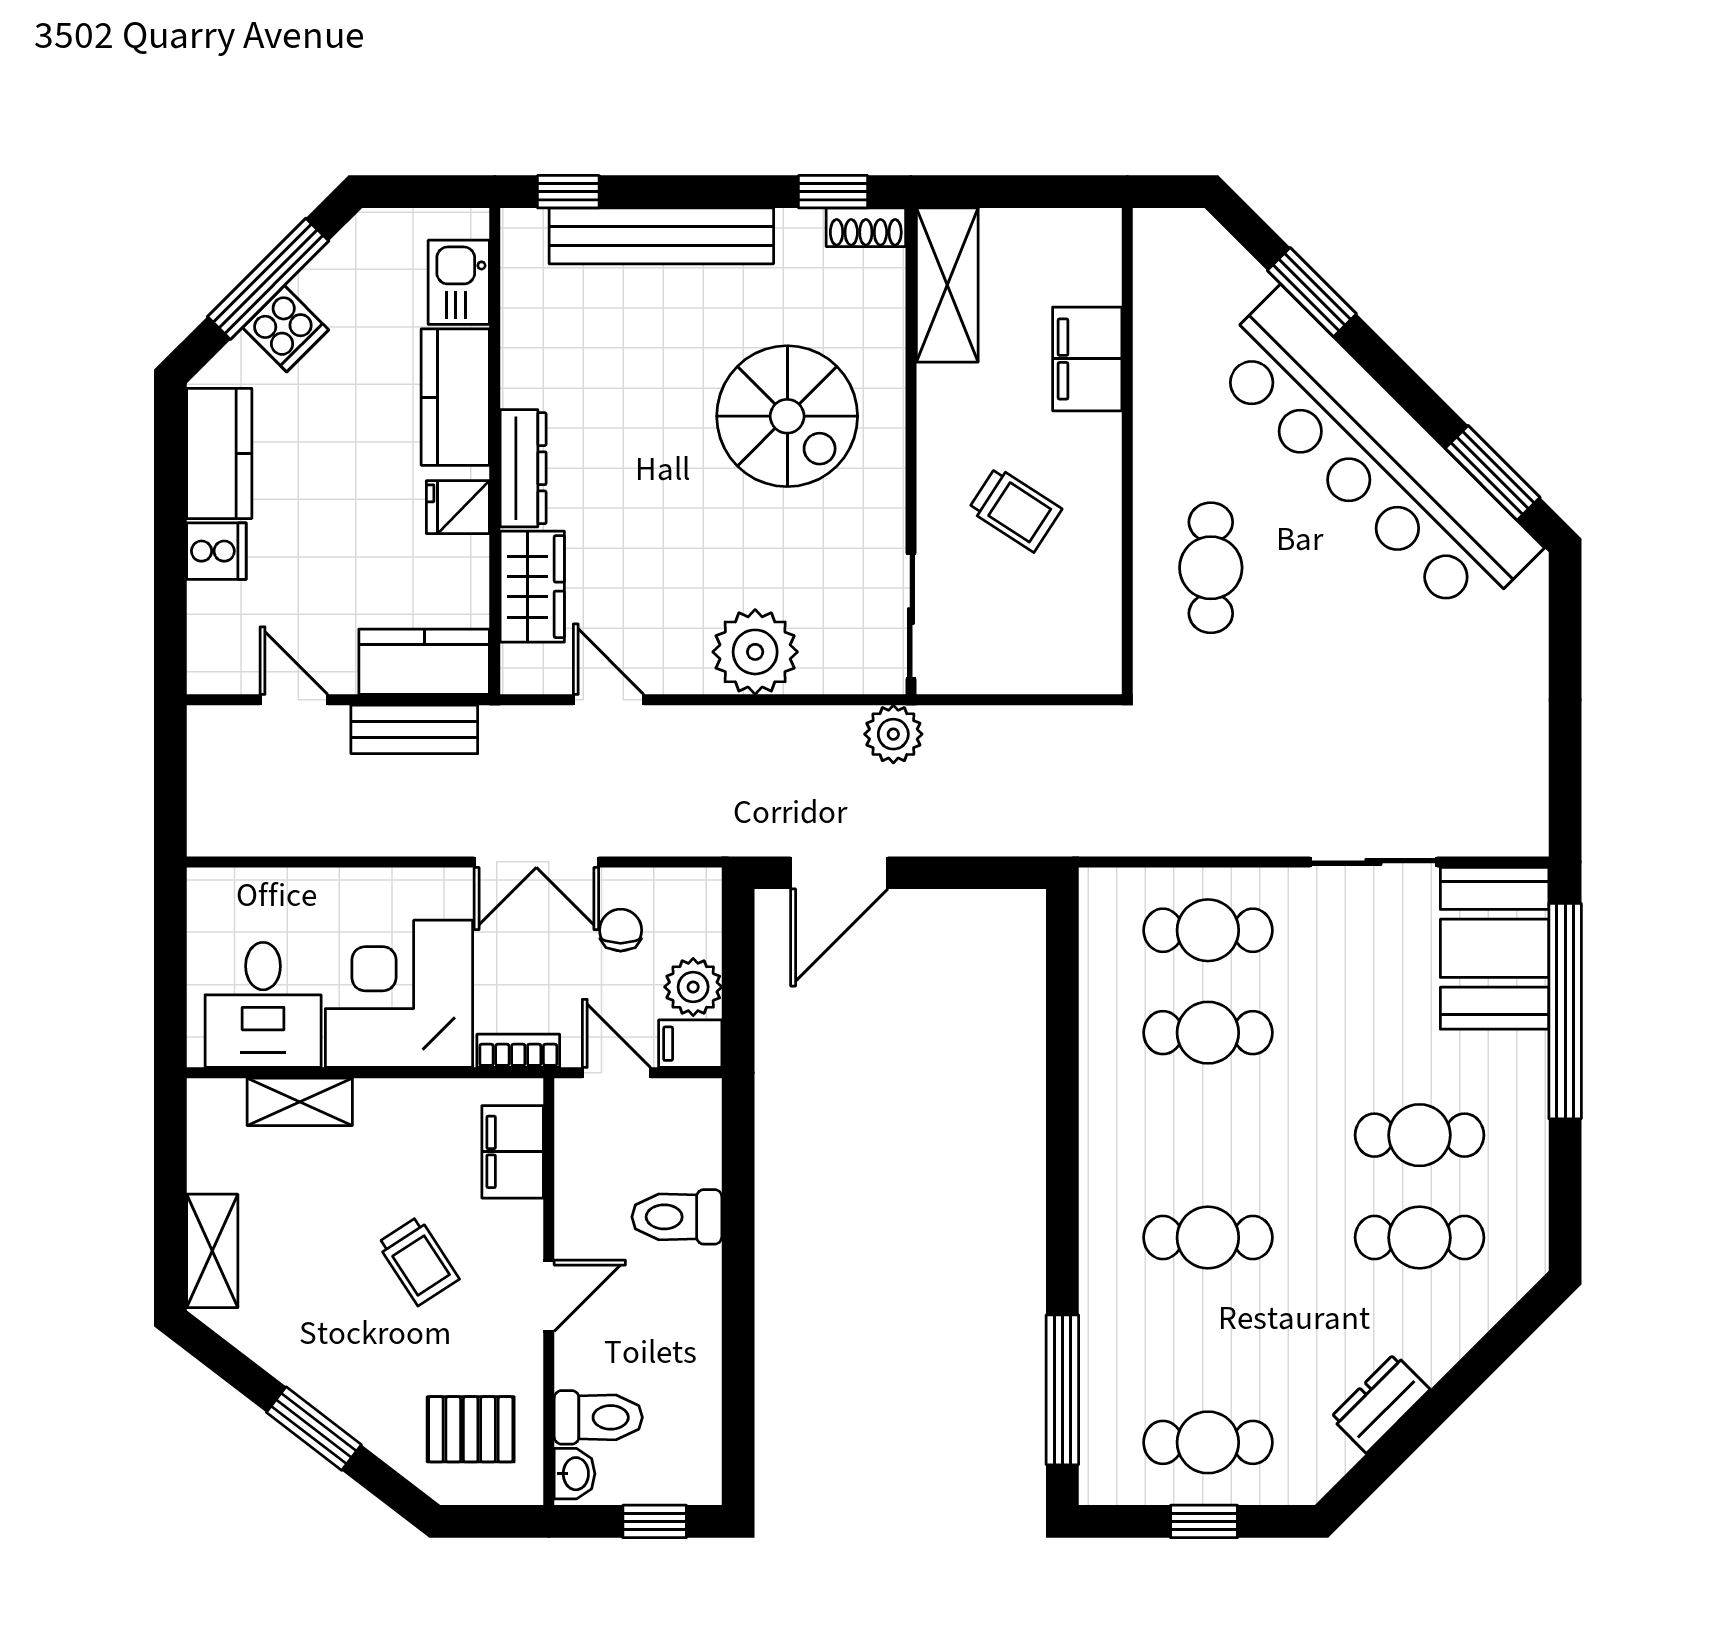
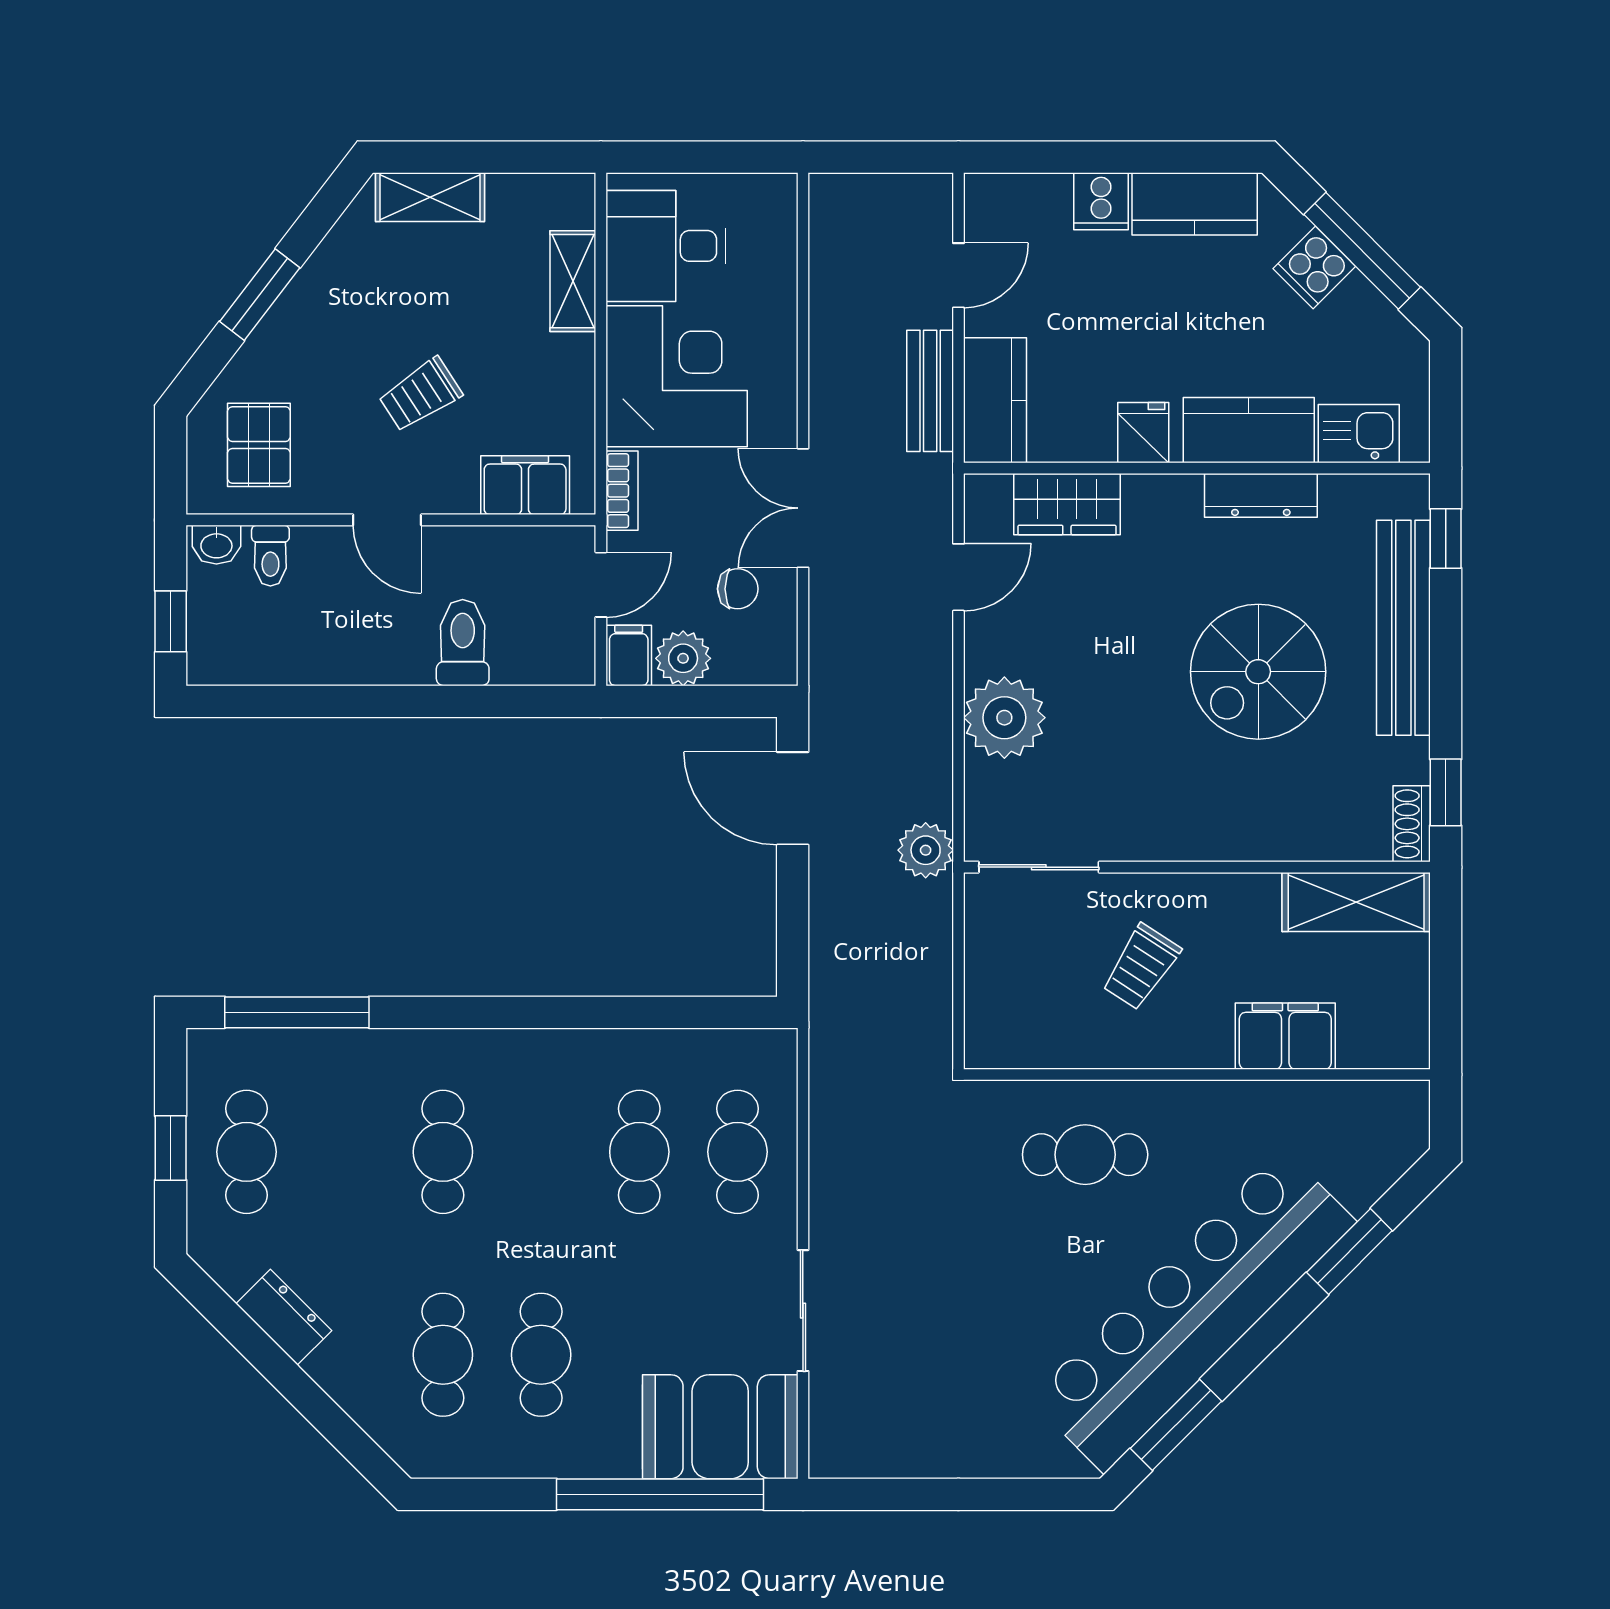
spiral stairs: (787, 416) -> (1258, 672), moved
dresser: (523, 468) -> (1261, 495), moved
toilet: (598, 1417) -> (270, 556), width x0.73, depth x0.72

